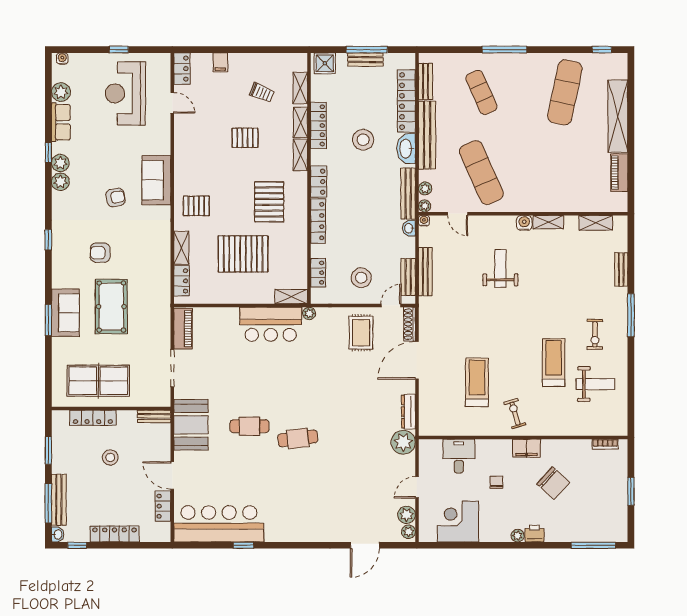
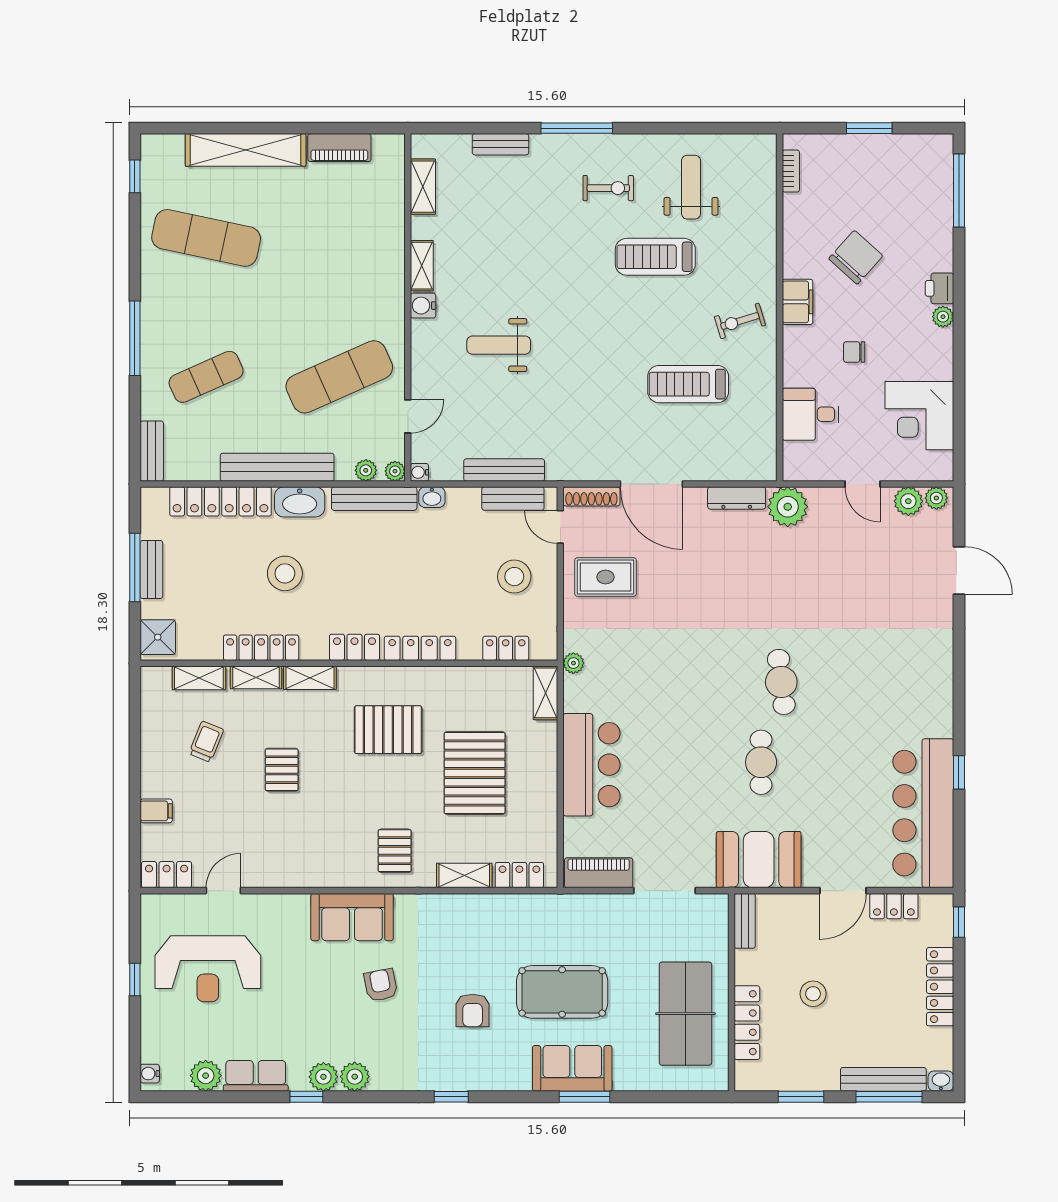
bench: (425, 81) -> (152, 451), moved, turned 90
bar counter: (271, 324) -> (591, 765), moved
window: (77, 545) -> (959, 922), moved

